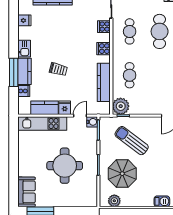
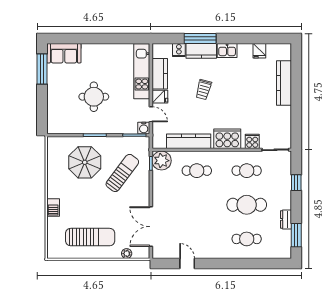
cooker: (104, 49) -> (227, 139), width x1.87, depth x1.31
round table: (65, 166) -> (94, 97), width x0.73, depth x0.73
plant: (114, 201) -> (54, 153), removed

